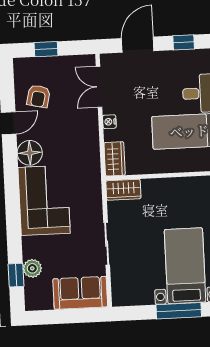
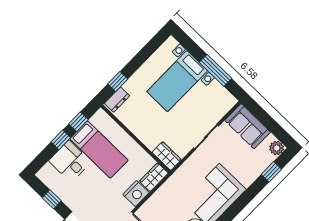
nightstand: (109, 122) -> (136, 193), width x1.89, depth x1.79
plant: (32, 268) -> (277, 148), moved
window: (179, 311) -> (215, 70), moved

